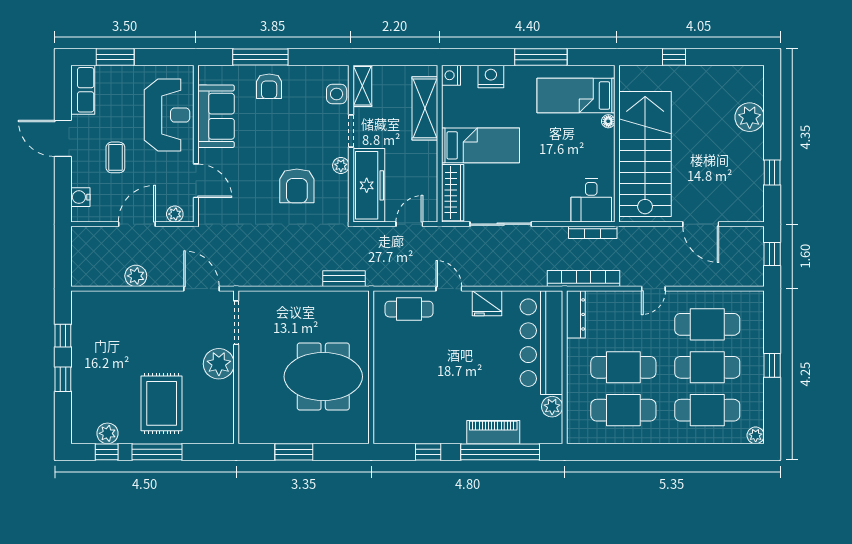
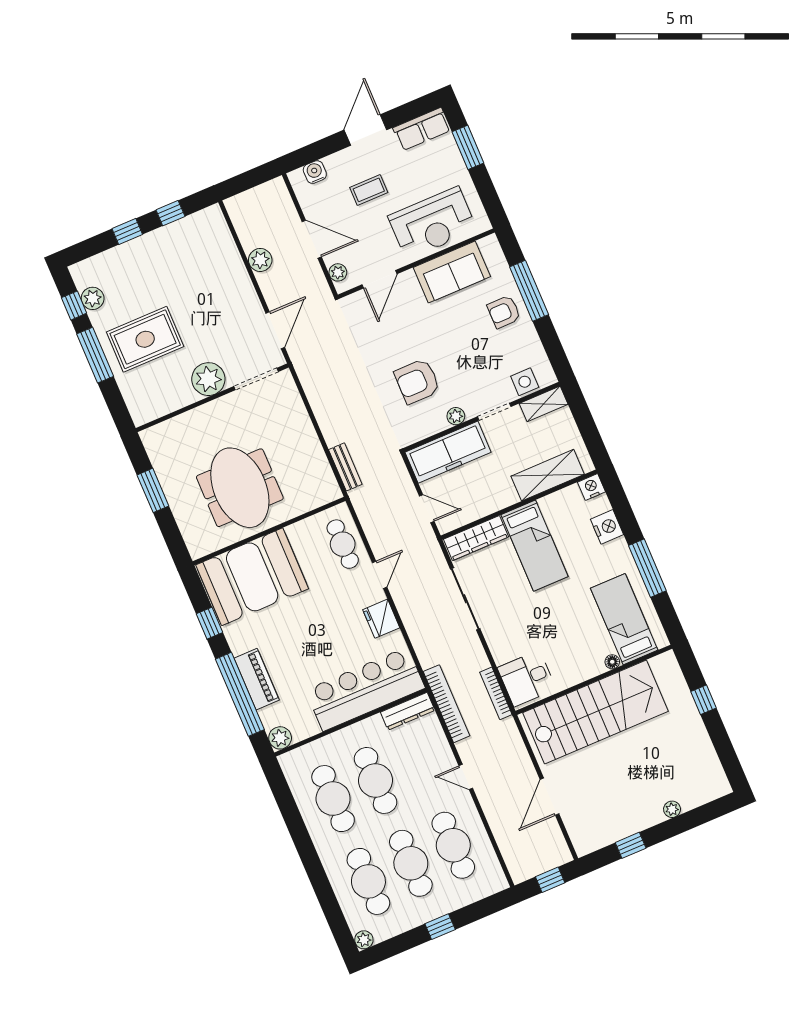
plant: (750, 117) -> (672, 809), width x0.53, depth x0.53
booth: (404, 399) -> (252, 577), added
plant: (552, 407) -> (280, 738), moved

